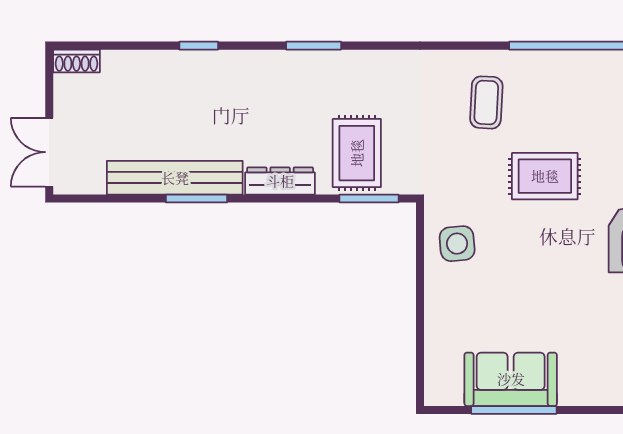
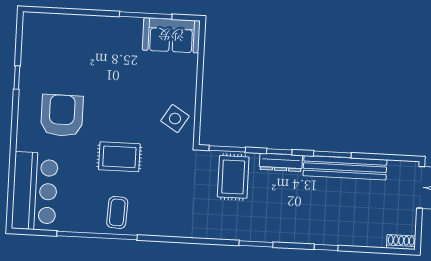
coffee table: (486, 102) -> (117, 212), moved
window: (284, 199) -> (279, 152), added
side table: (457, 244) -> (175, 119), turned 37
sofa: (511, 379) -> (171, 35), moved

